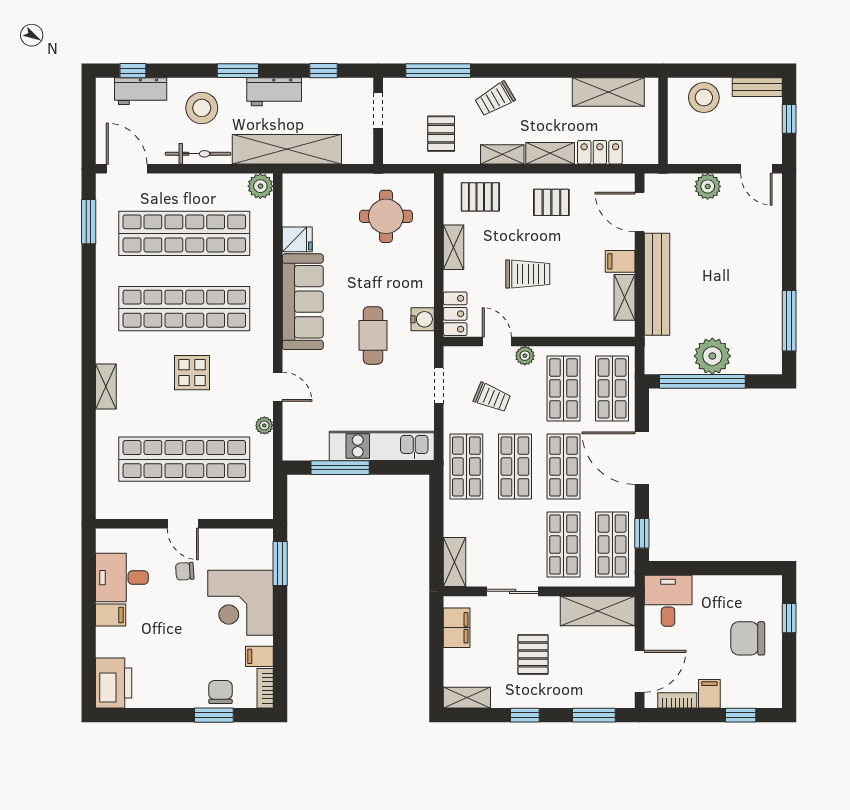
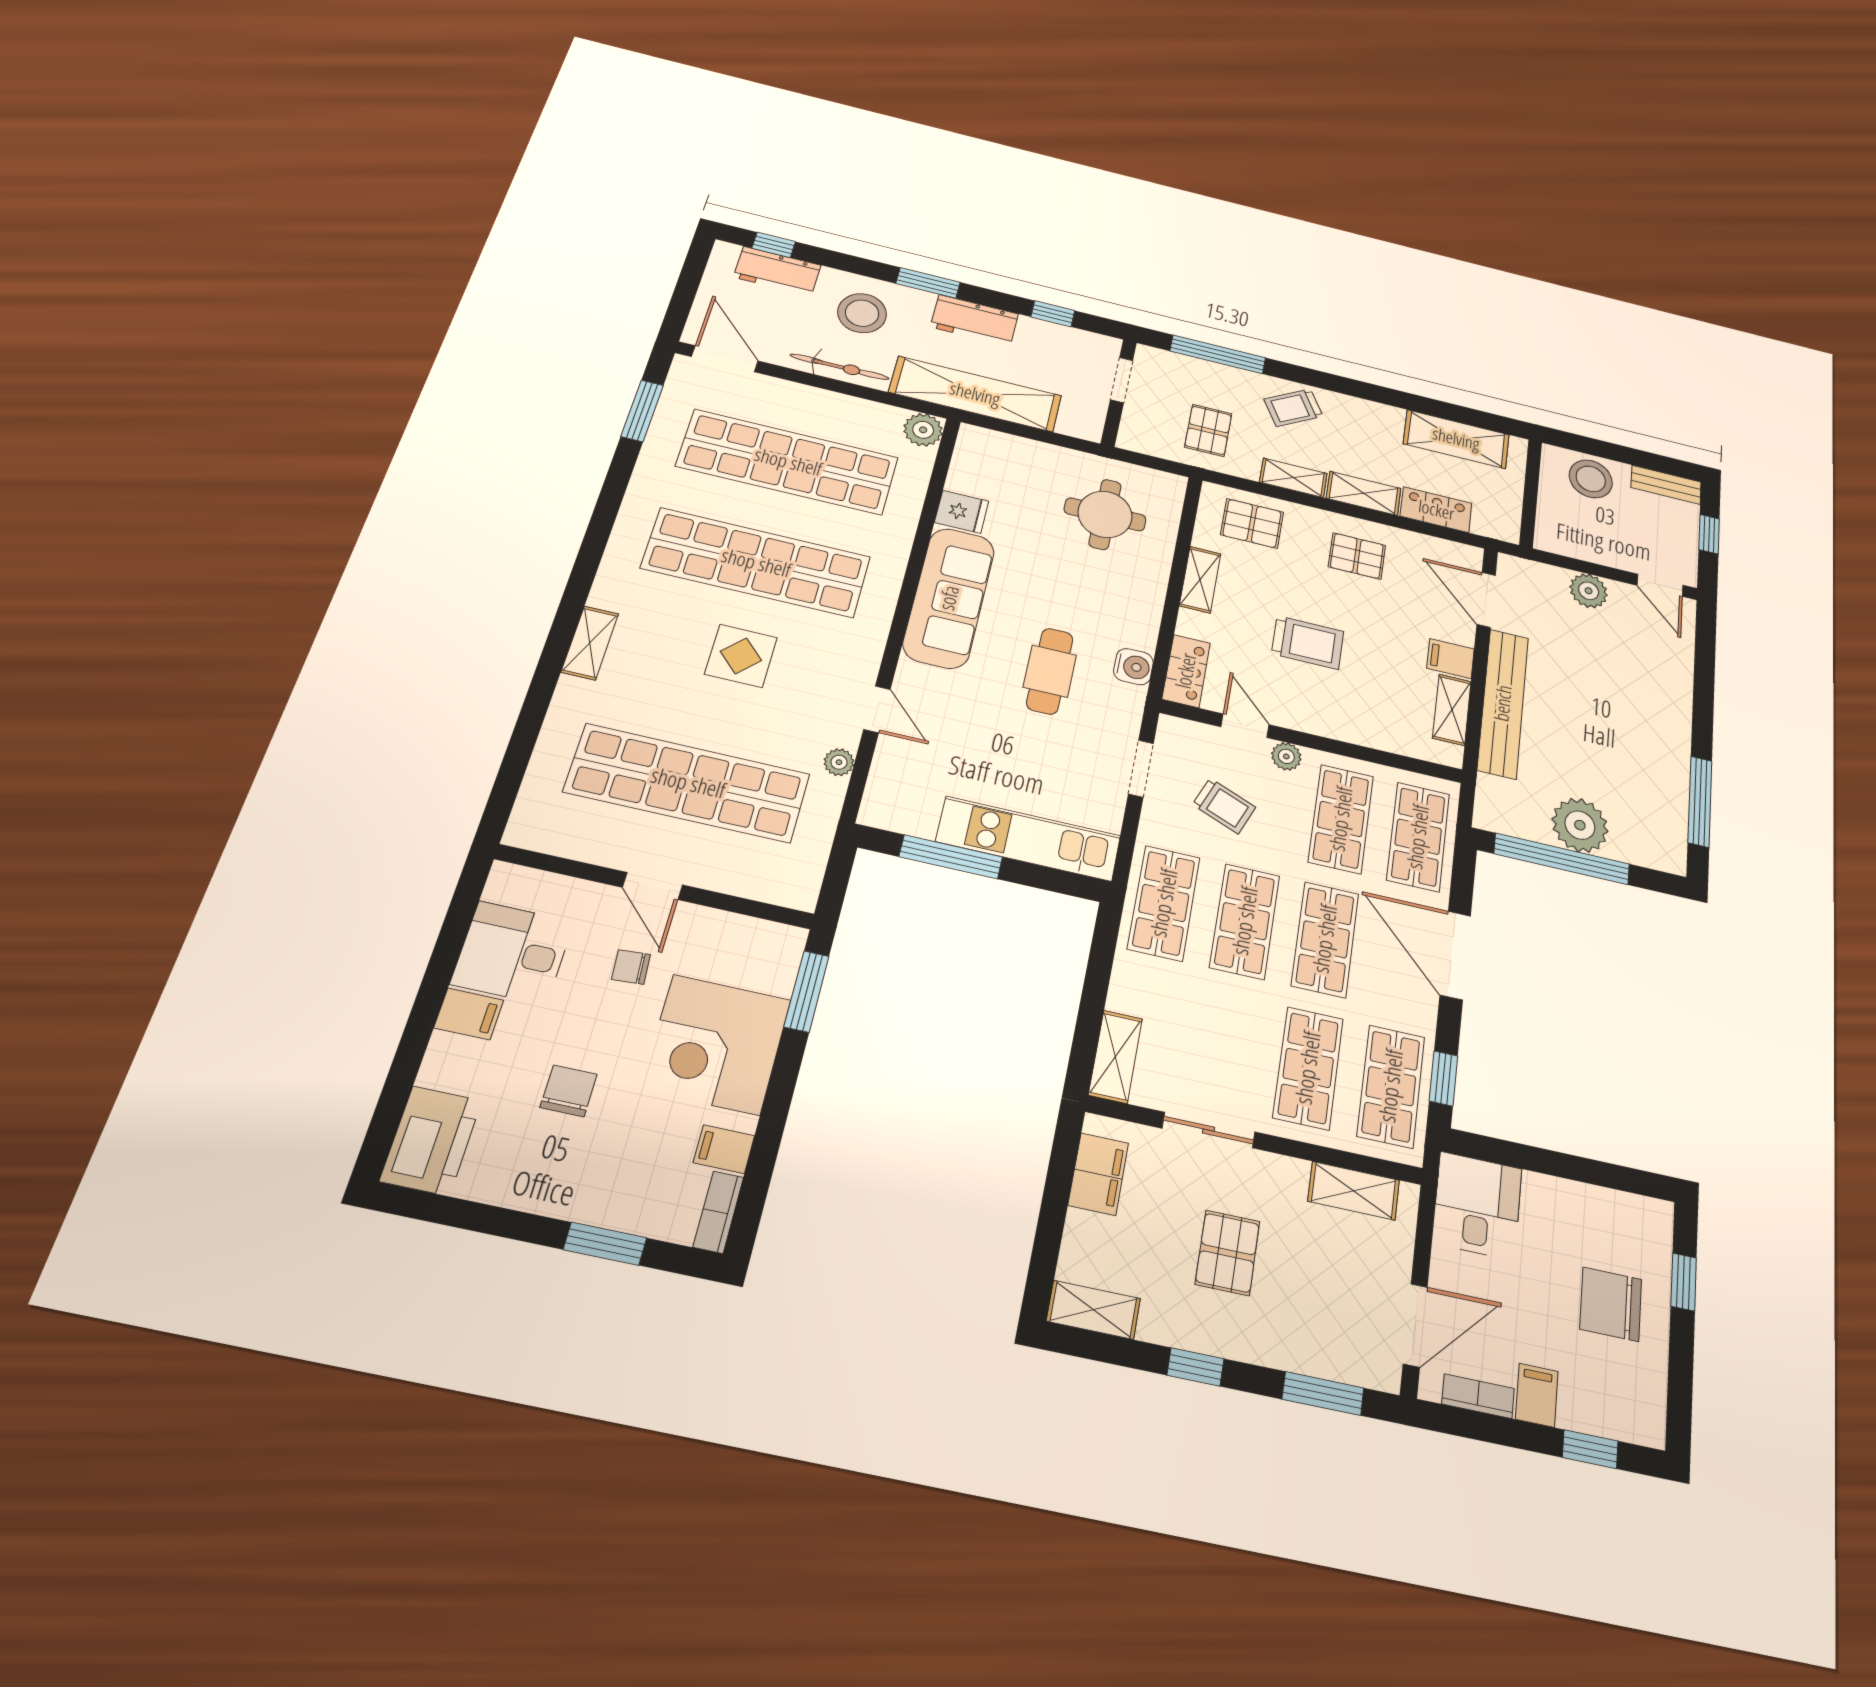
shelving: (598, 611) -> (1354, 1191), width x0.67, depth x0.75
chair: (220, 692) -> (569, 1091), moved

